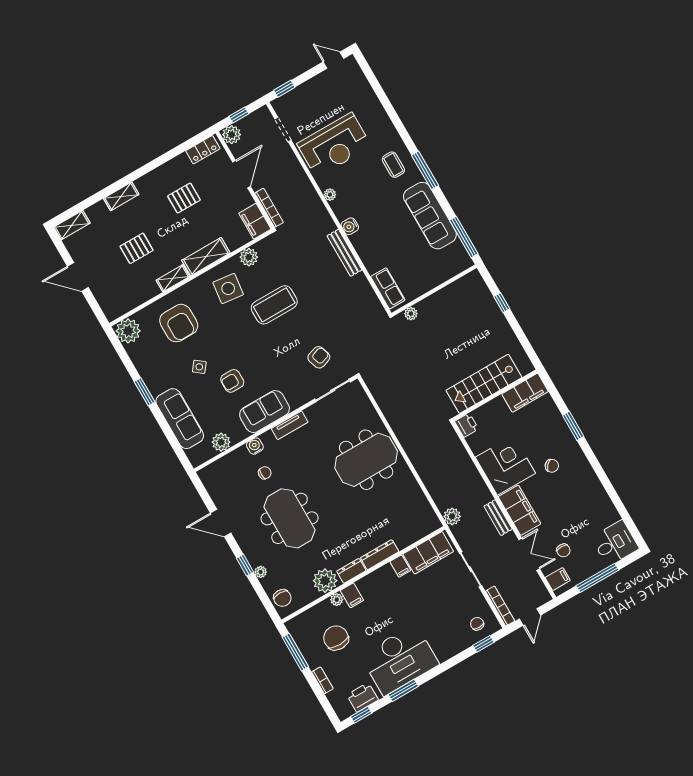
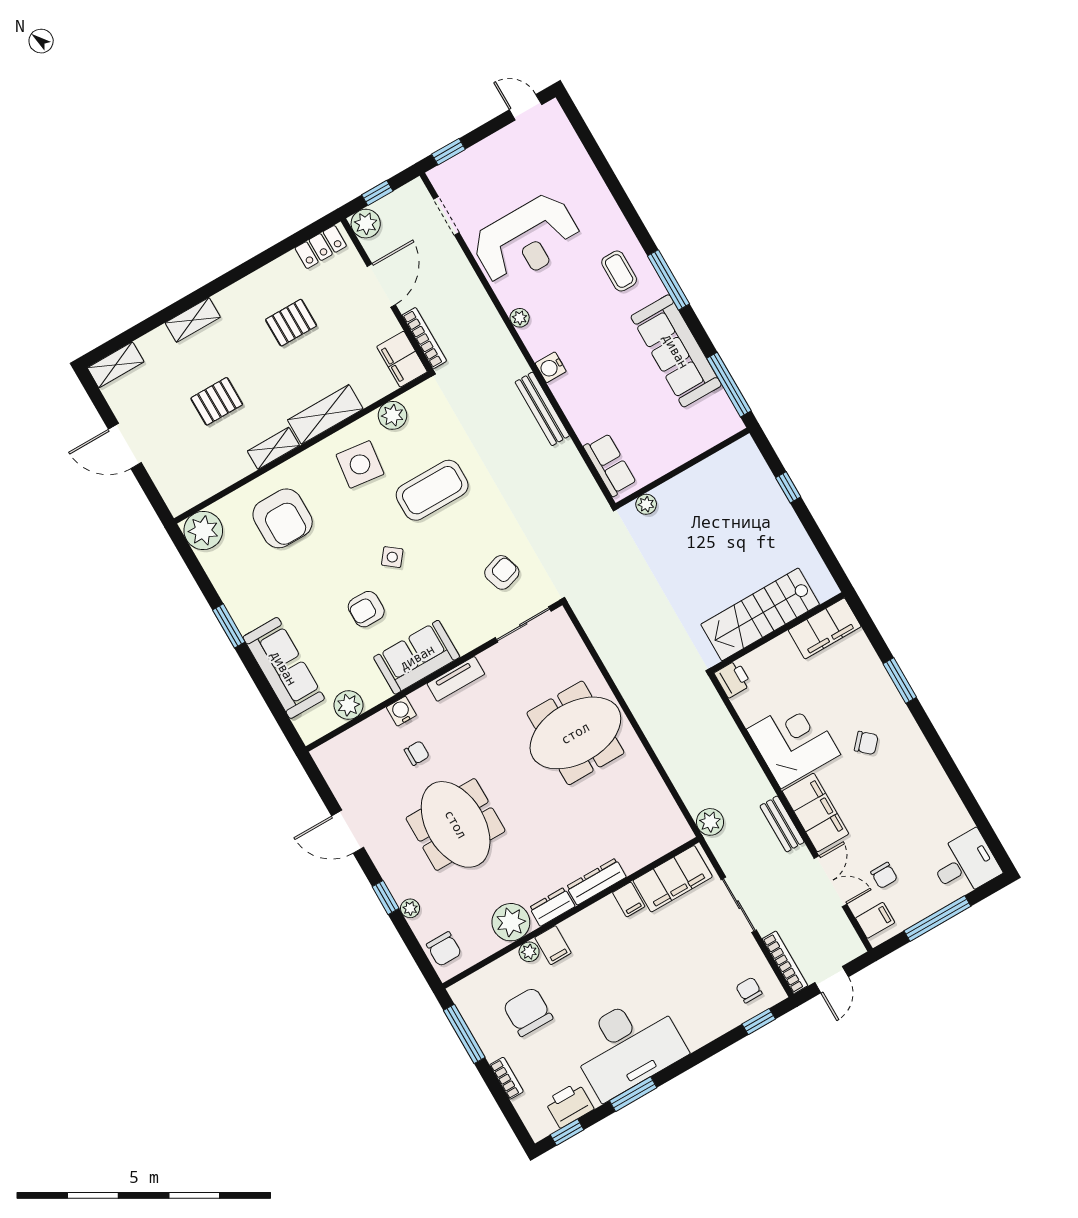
side table: (199, 367) -> (392, 557), moved

